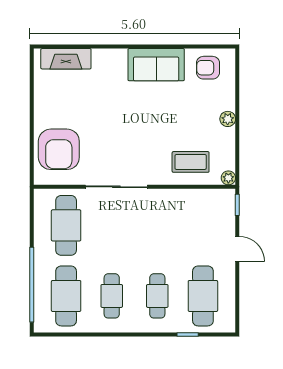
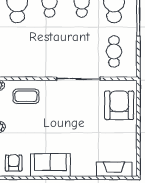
armchair: (208, 68) -> (14, 163), turned -90
cafe table: (66, 225) -> (114, 51), width x0.73, depth x0.74

